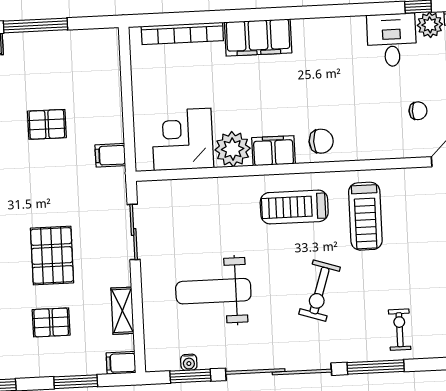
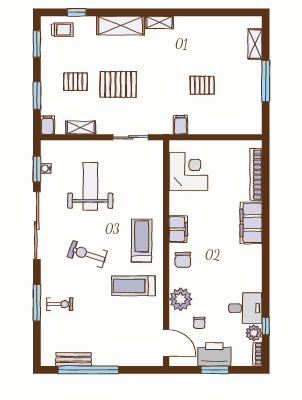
pallet: (47, 124) -> (202, 85), turned 90
plant: (233, 149) -> (181, 299), moved
pallet: (51, 322) -> (75, 82), turned 90
window: (376, 367) -> (37, 303), moved

